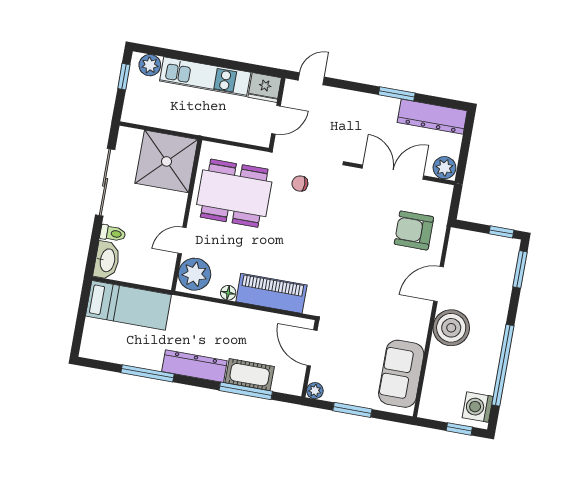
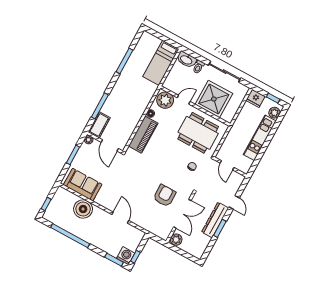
door: (311, 79) -> (234, 202), moved
fridge: (265, 88) -> (255, 98), moved, turned -90
dresser: (432, 117) -> (215, 220), moved
shower: (166, 161) -> (214, 99), moved
dining table: (234, 193) -> (198, 133), turned 90
armchair: (414, 230) -> (164, 196), moved
door: (182, 240) -> (184, 100), hinge flipped
boiler: (451, 328) -> (83, 209), moved
door: (312, 348) -> (110, 145), swing flipped
dresser: (194, 366) -> (120, 85), removed
cot: (250, 375) -> (99, 125), moved
washing machine: (478, 407) -> (126, 256), moved

